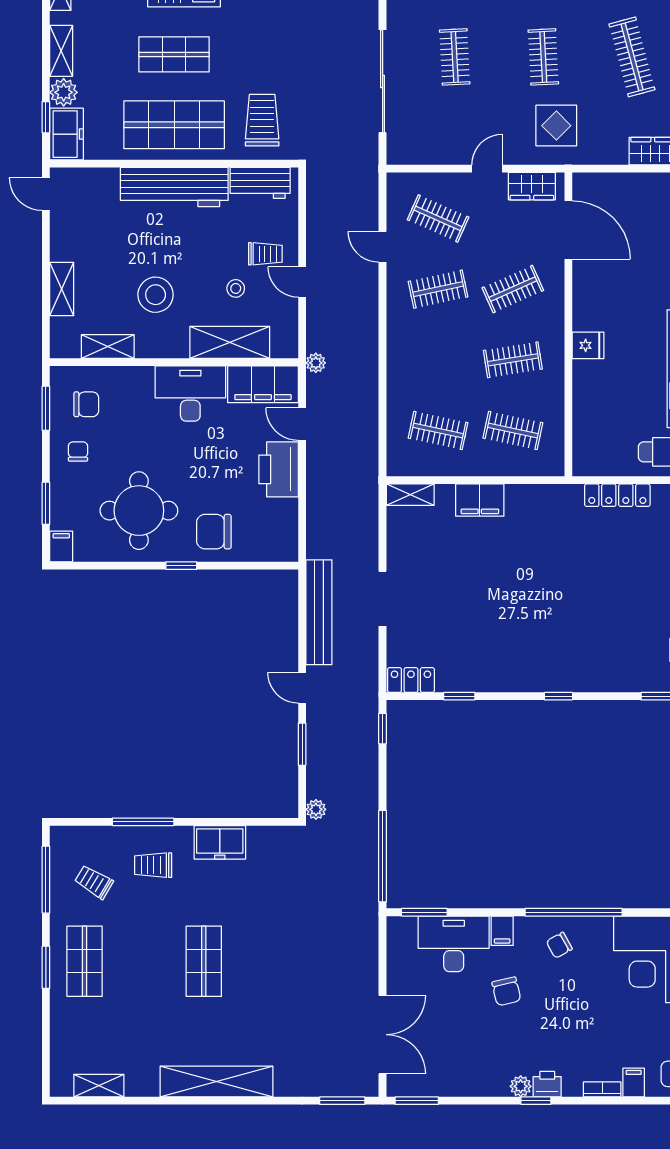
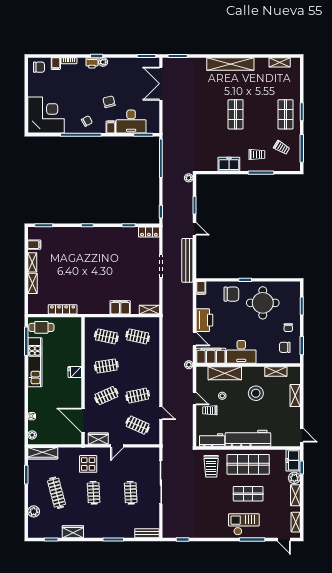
filing cabinet: (61, 546) -> (201, 288), moved

